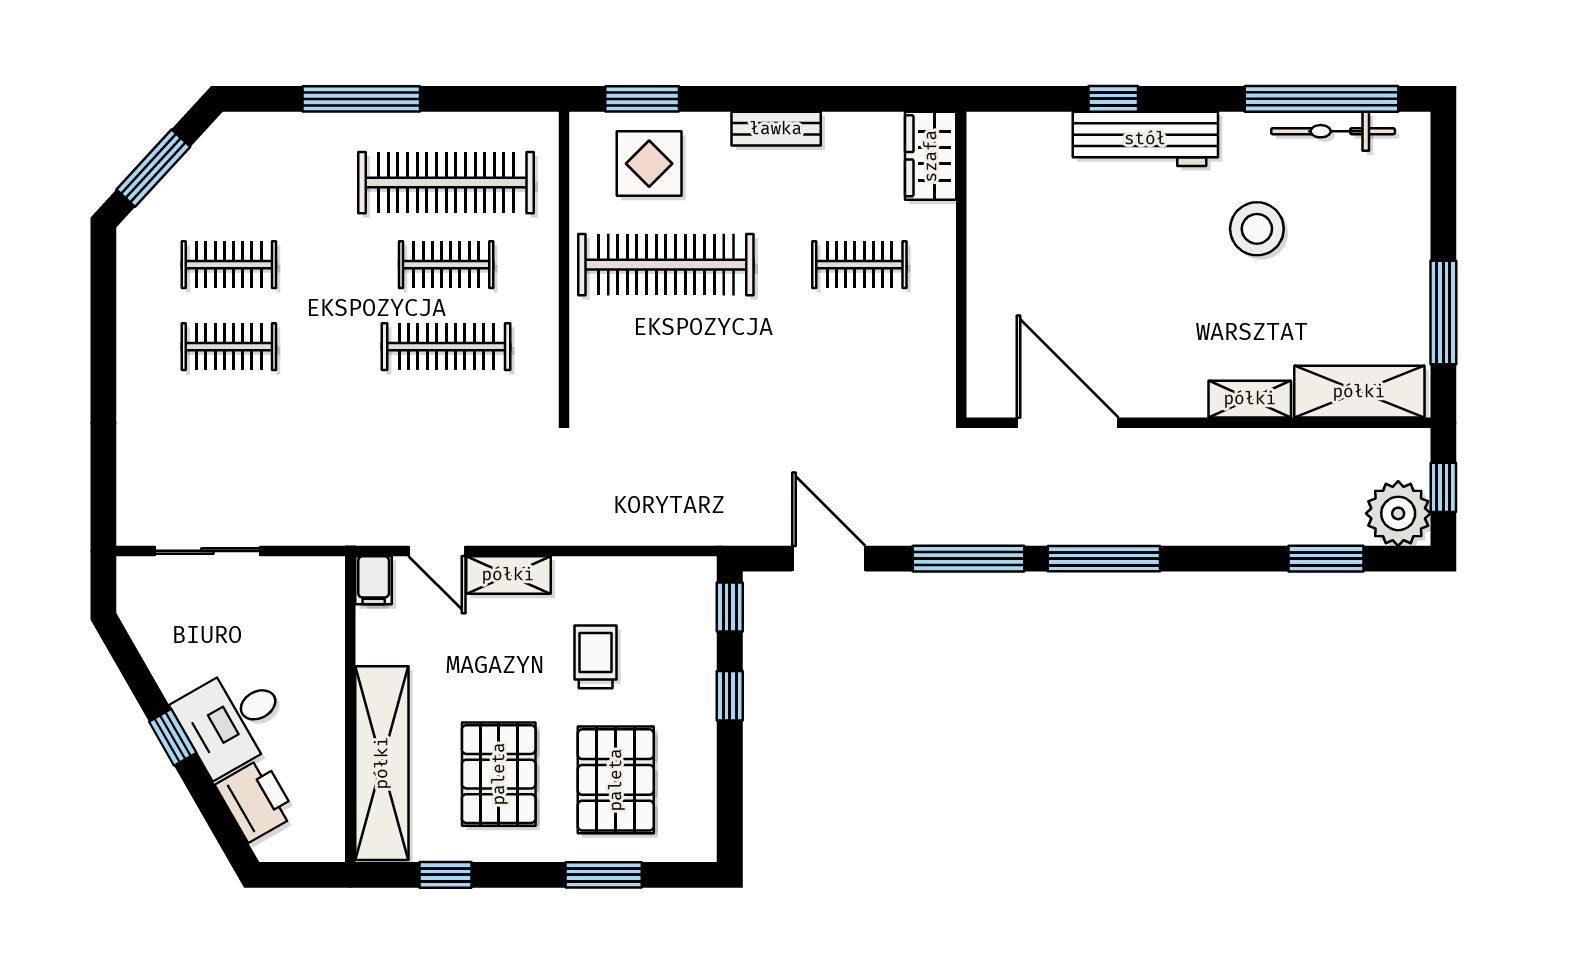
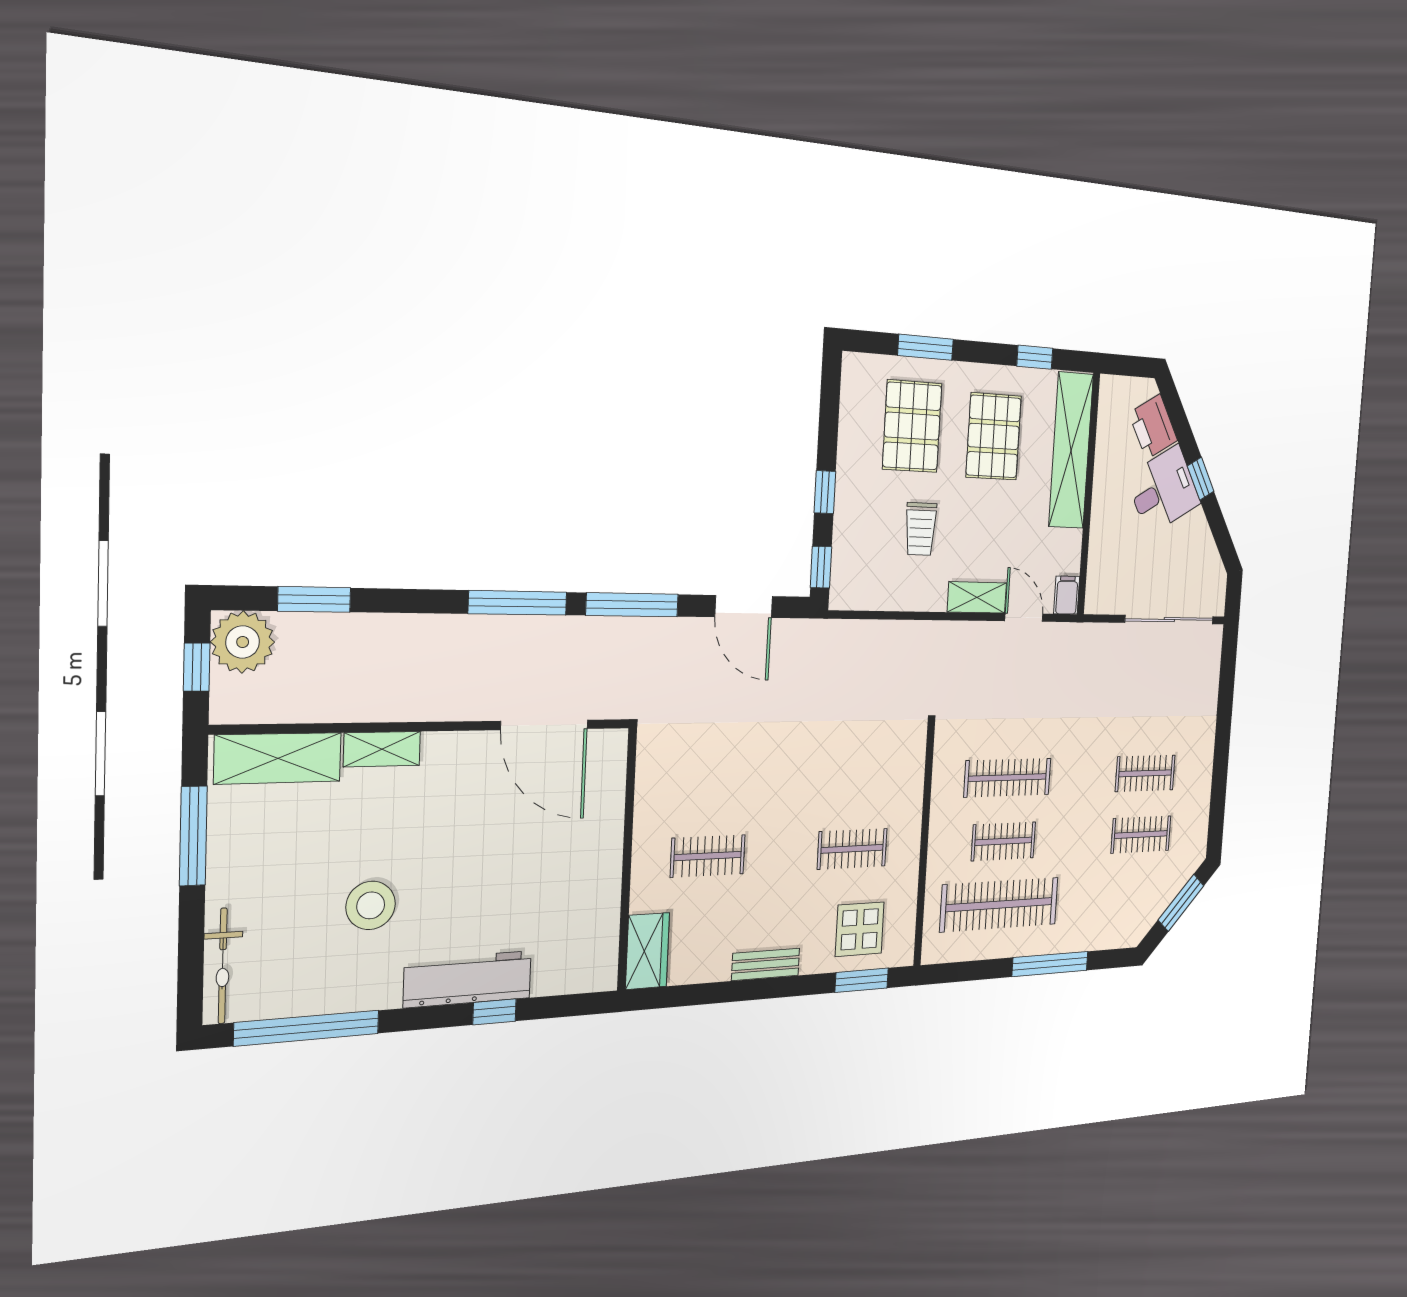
bicycle: (1333, 131) -> (223, 966), moved, turned 90
clothes rail: (666, 265) -> (852, 849), width x0.54, depth x0.76
sliding door: (207, 551) -> (1169, 620), width x1.37

